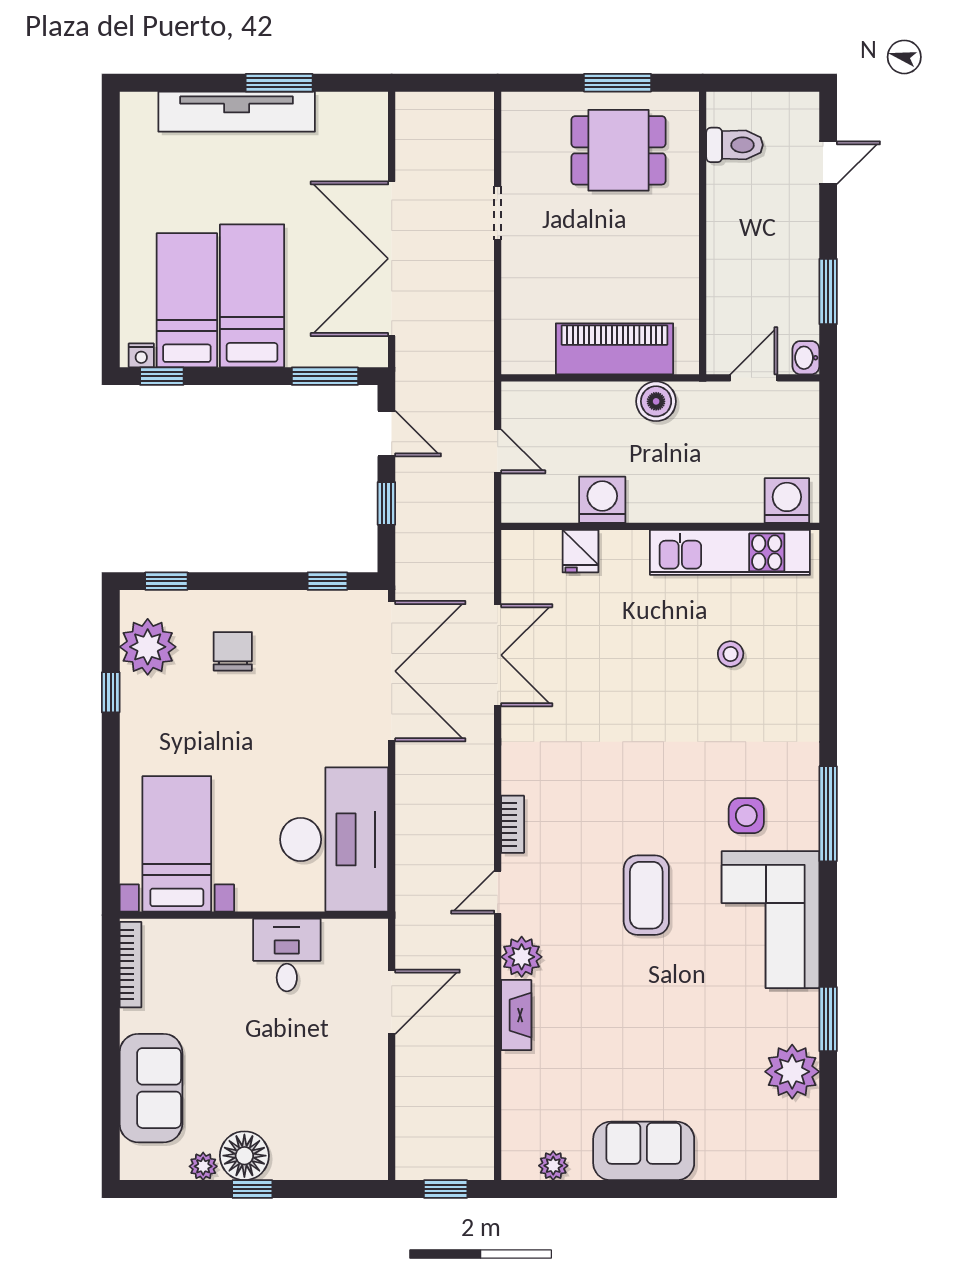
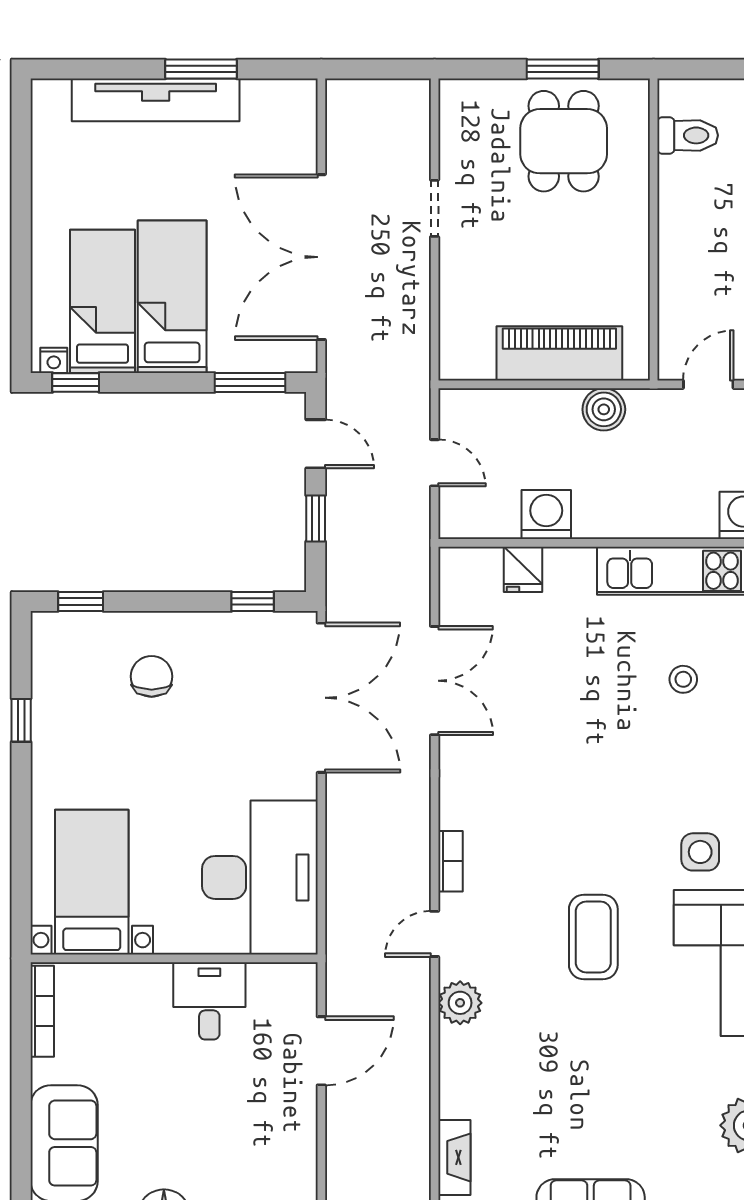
dining table: (618, 150) -> (564, 141), turned 90
plant: (148, 647) -> (61, 672), removed
fireplace: (516, 1015) -> (454, 1157), moved

